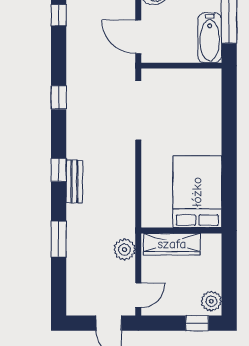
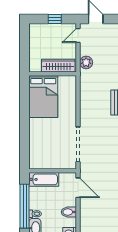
bathtub: (210, 38) -> (44, 179), moved, turned 90
plant: (211, 301) -> (35, 32), removed
window: (197, 323) -> (55, 19), moved

